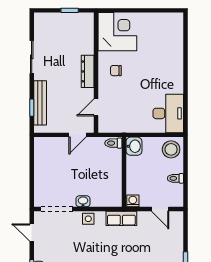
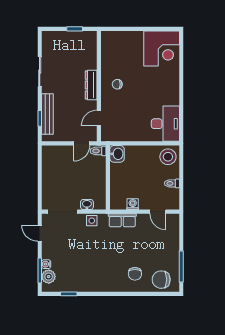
corner desk: (117, 32) -> (162, 48), moved, turned 90
toilet: (113, 143) -> (98, 151), moved
washbasin: (134, 146) -> (117, 154), moved
wall: (124, 172) -> (108, 177), moved

